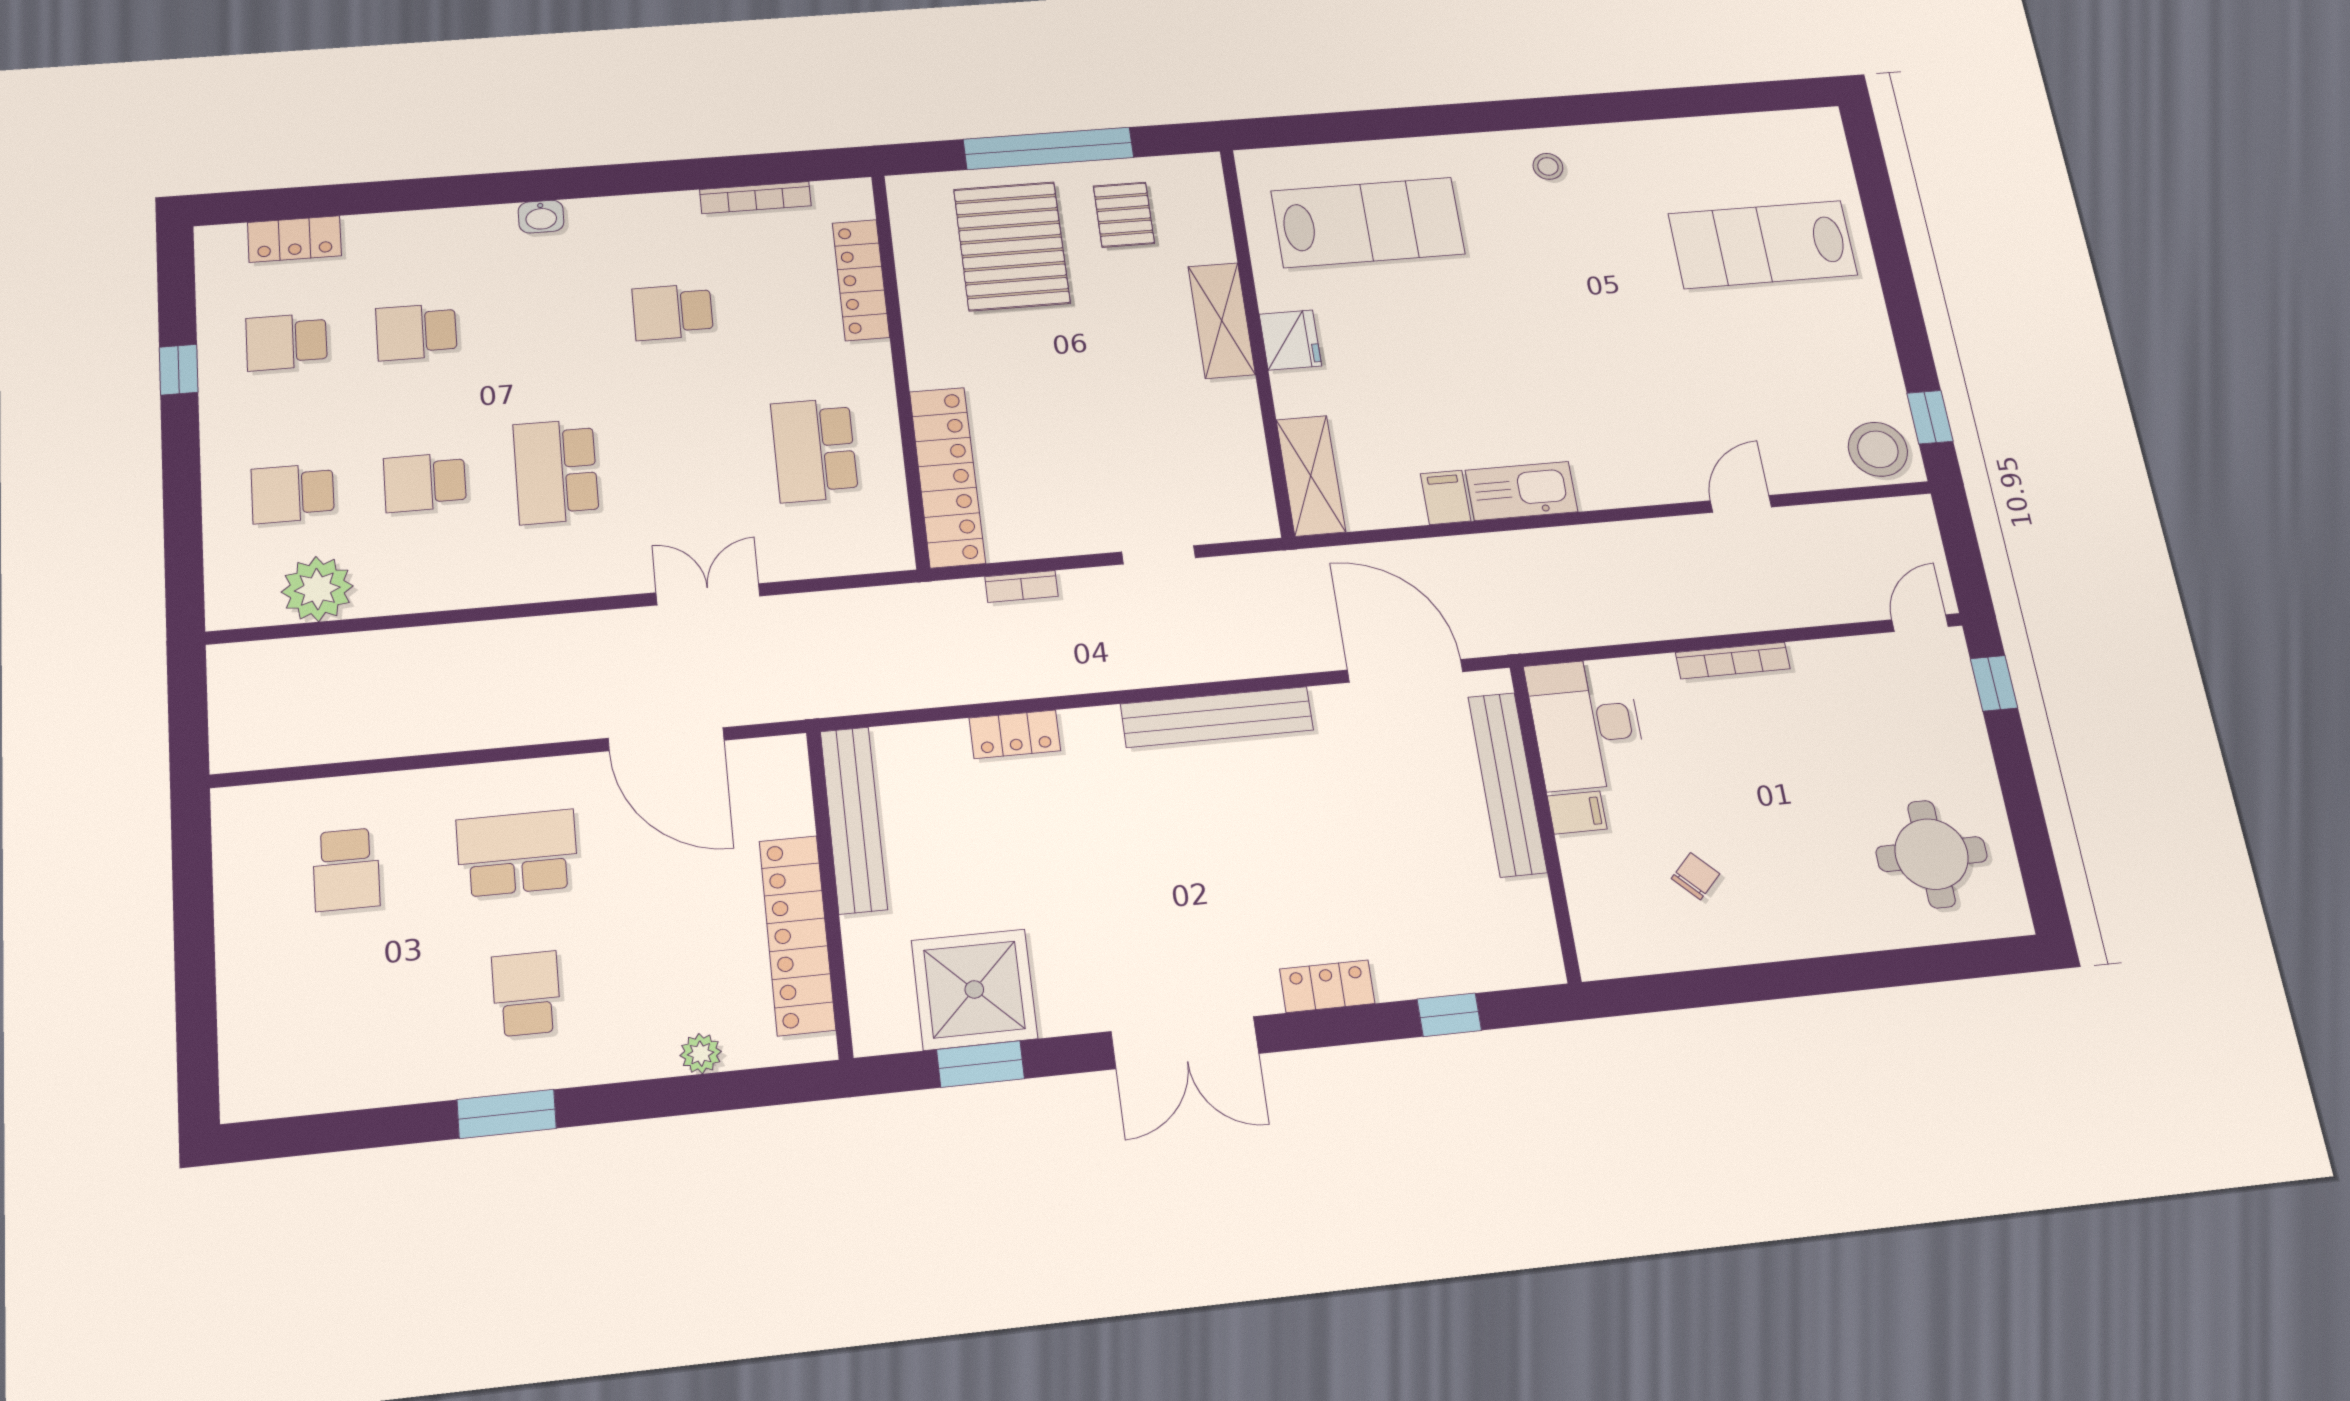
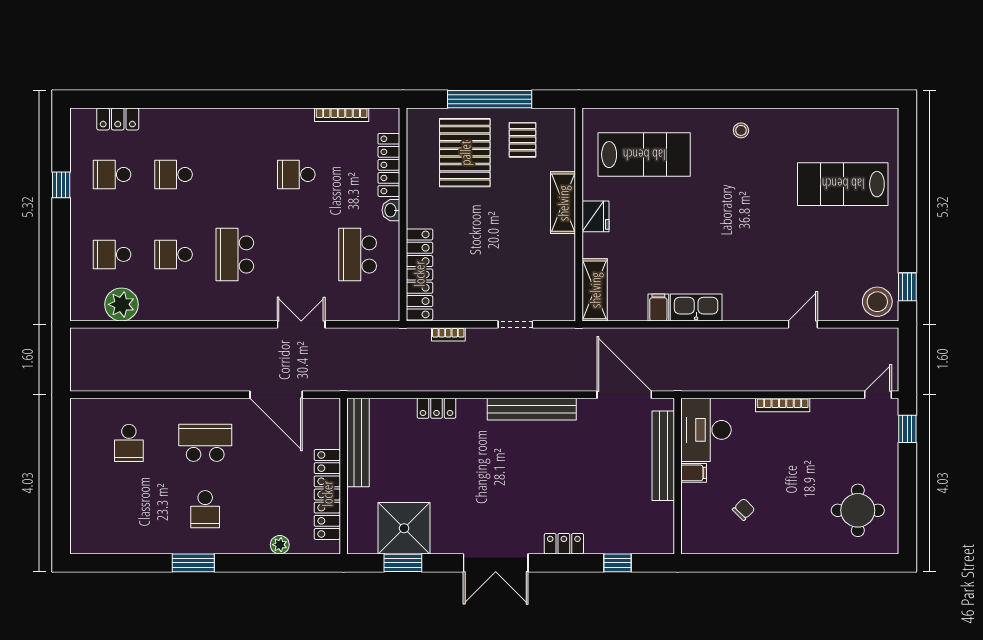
washbasin: (541, 217) -> (391, 210), moved, turned 90
school desk: (526, 994) -> (205, 509), turned 180

